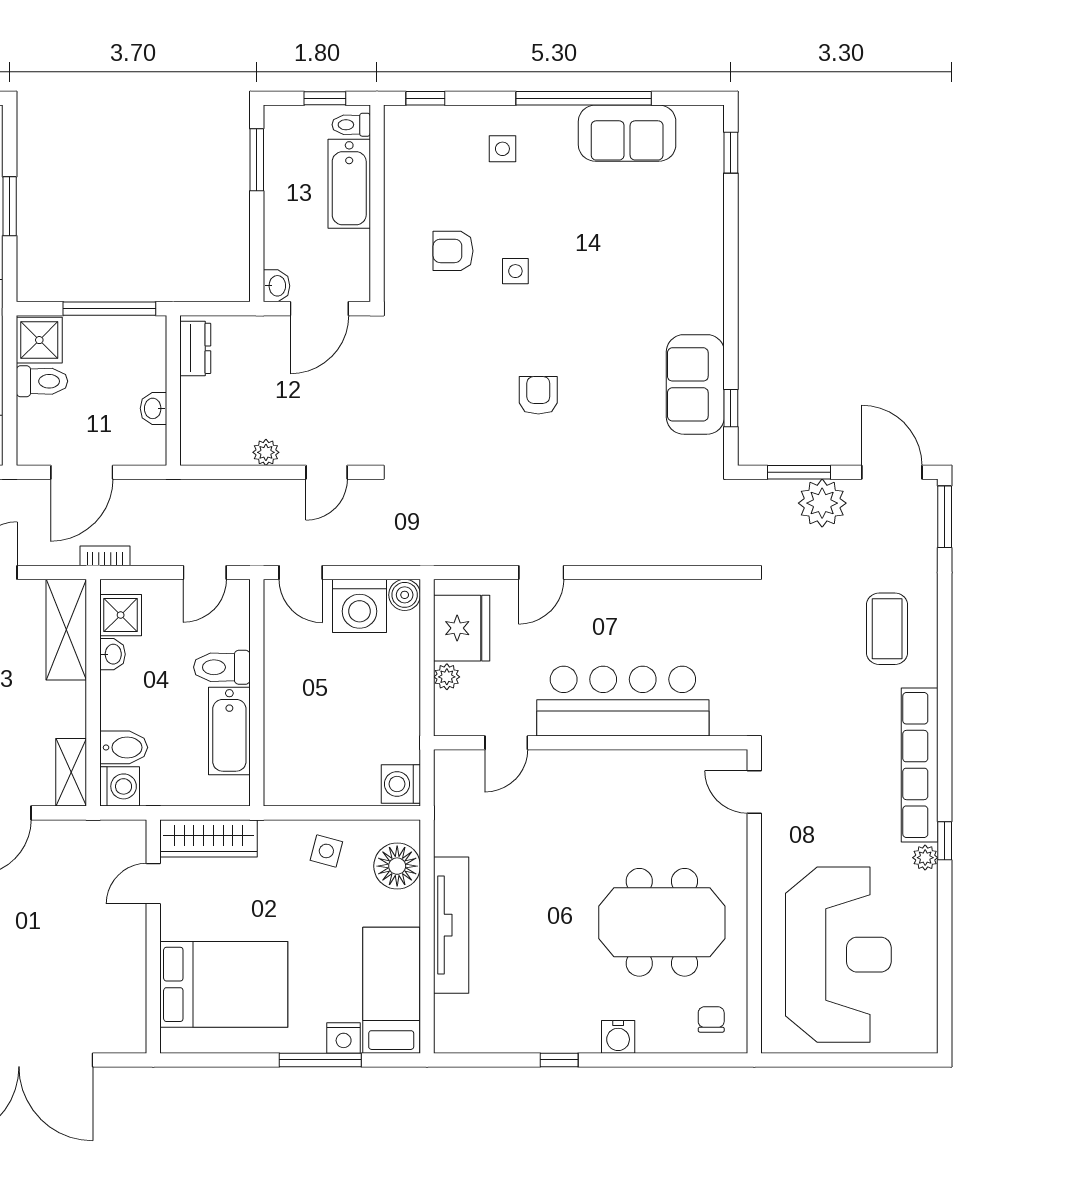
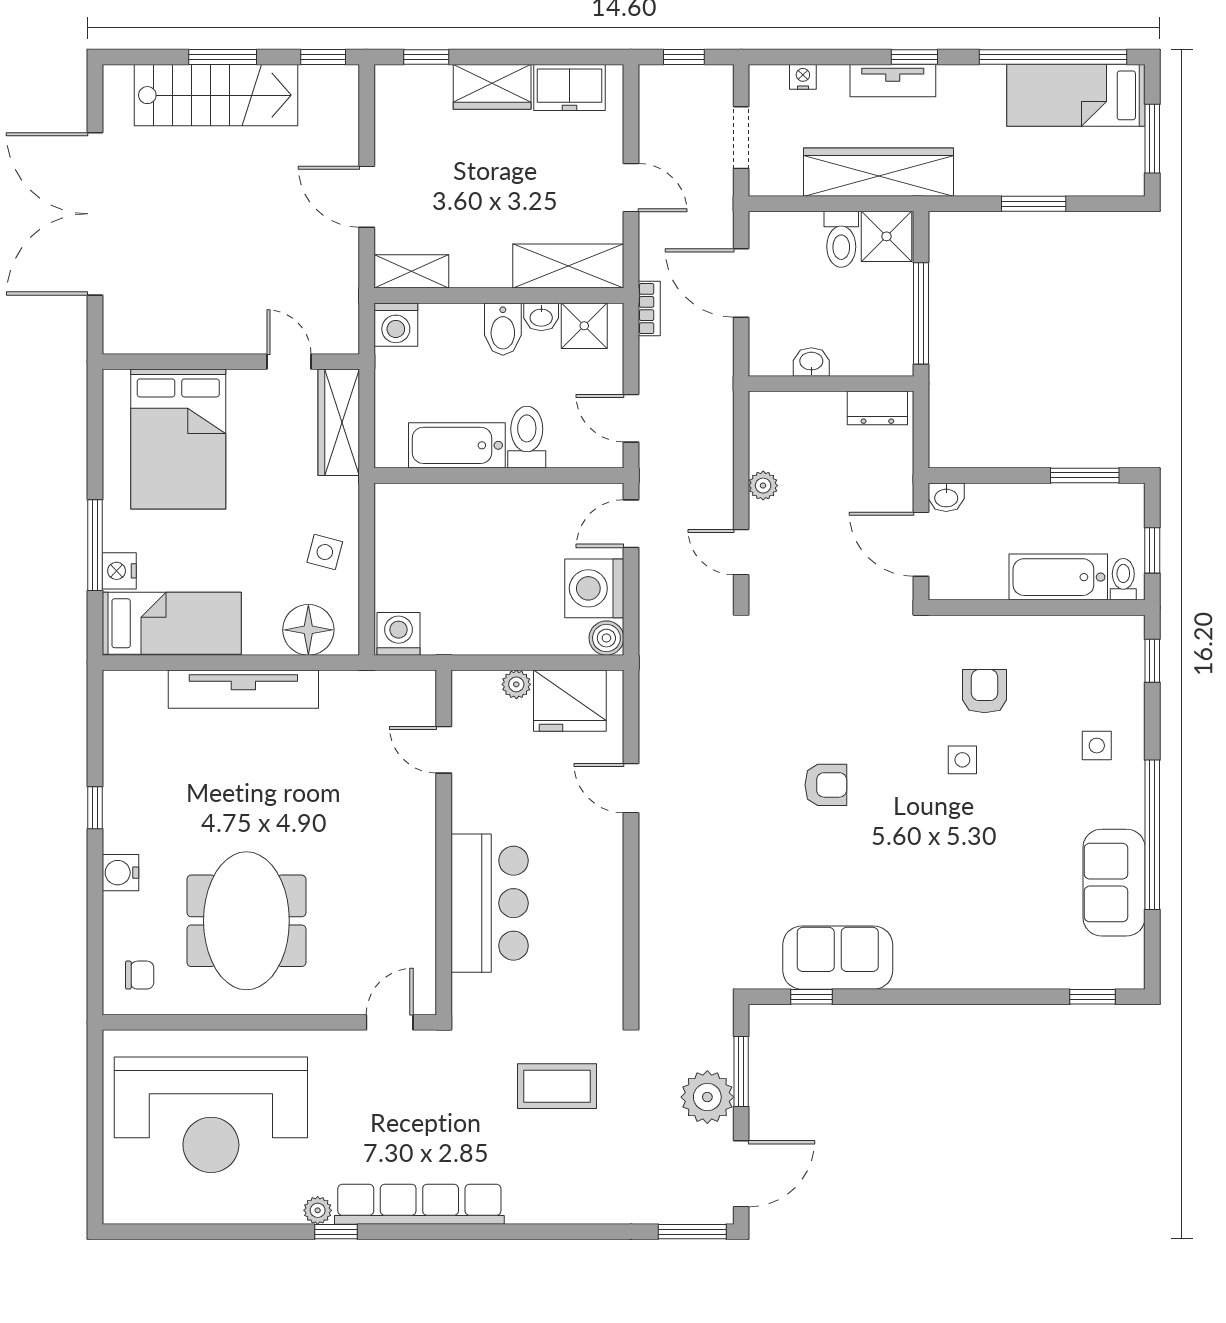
coffee table: (887, 629) -> (557, 1086), moved
bar counter: (623, 701) -> (490, 903), width x0.73
bidet: (124, 747) -> (503, 329), moved

